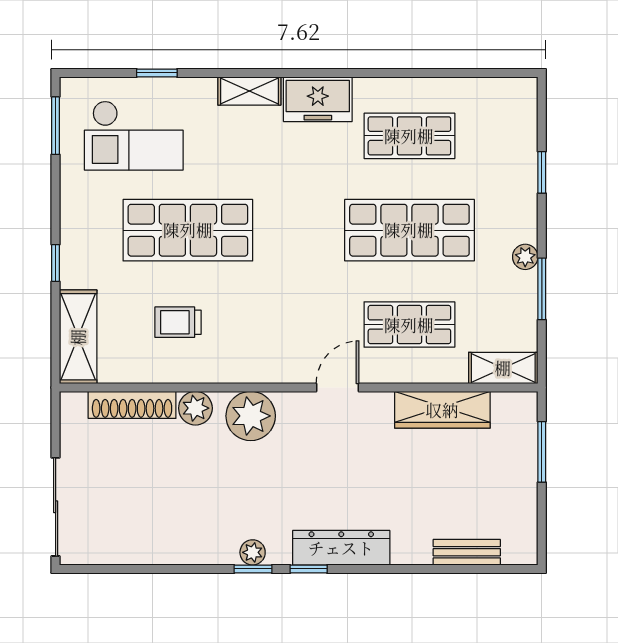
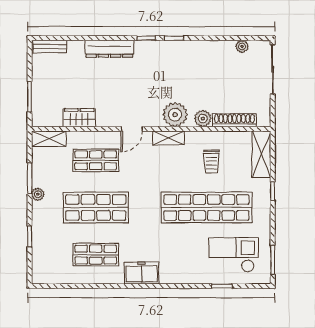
shelving: (249, 91) -> (168, 138), moved
shop shelf: (188, 230) -> (206, 208), width x1.40
trolley: (178, 322) -> (211, 161), turned 90
wardrobe: (442, 410) -> (79, 118), width x0.67
dresser: (341, 548) -> (109, 49), moved
plant: (253, 552) -> (242, 46), moved
bench: (467, 552) -> (50, 47), moved

